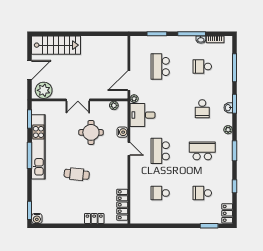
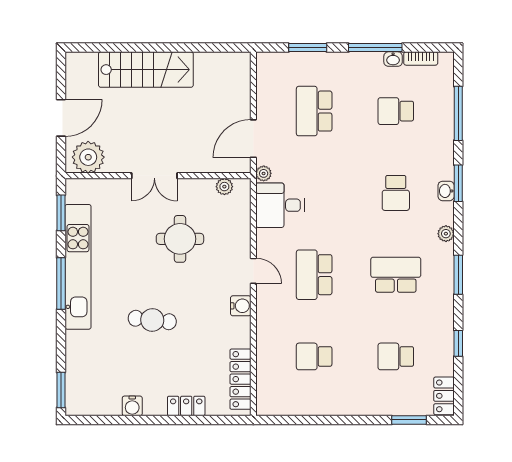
stairs: (56, 45) -> (146, 70), moved
water cooler: (122, 132) -> (241, 306), moved
water cooler: (37, 219) -> (132, 406), moved

